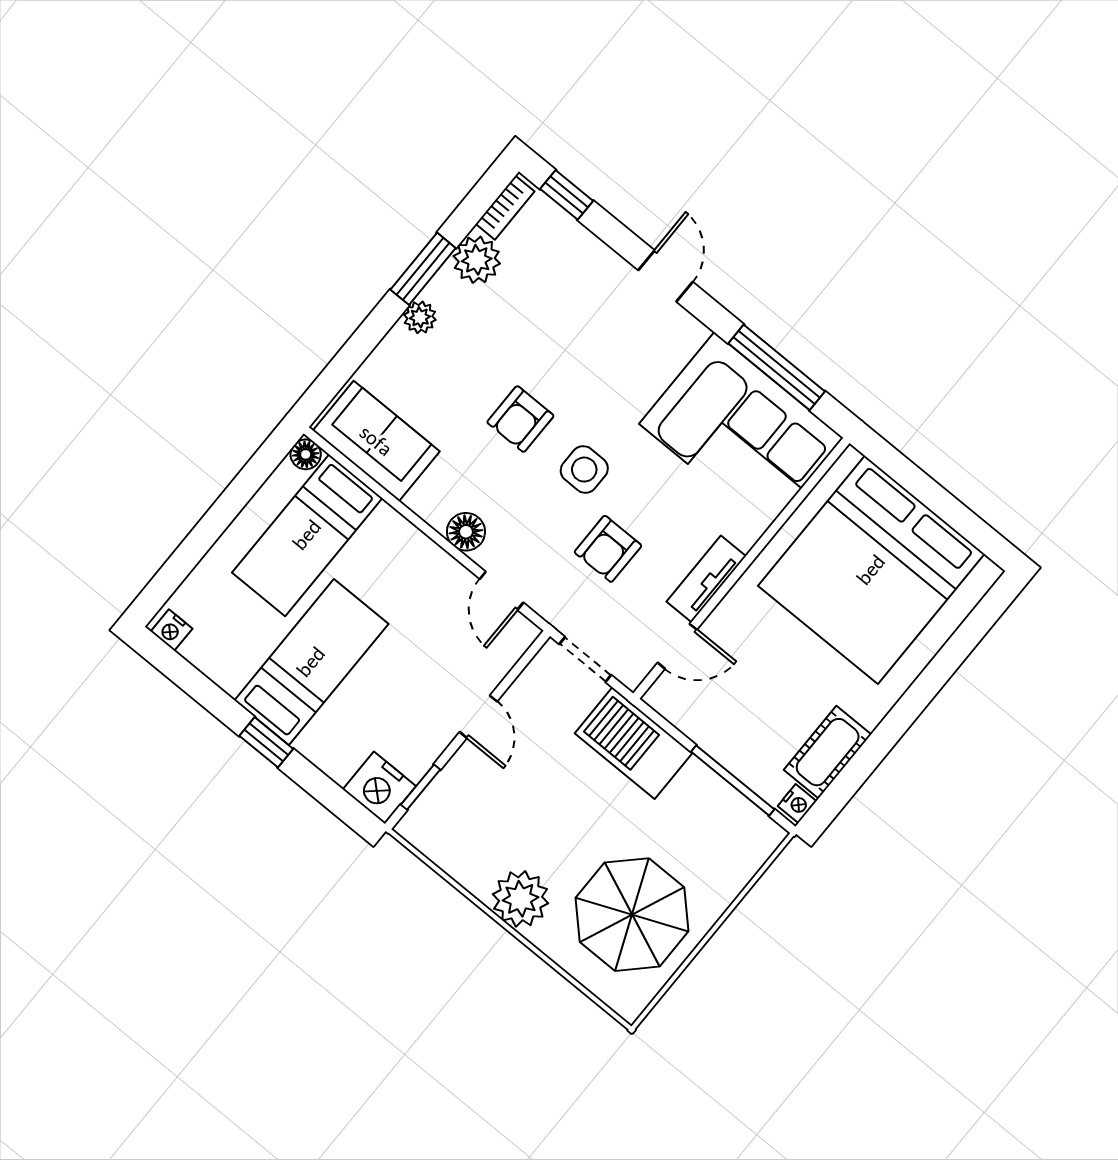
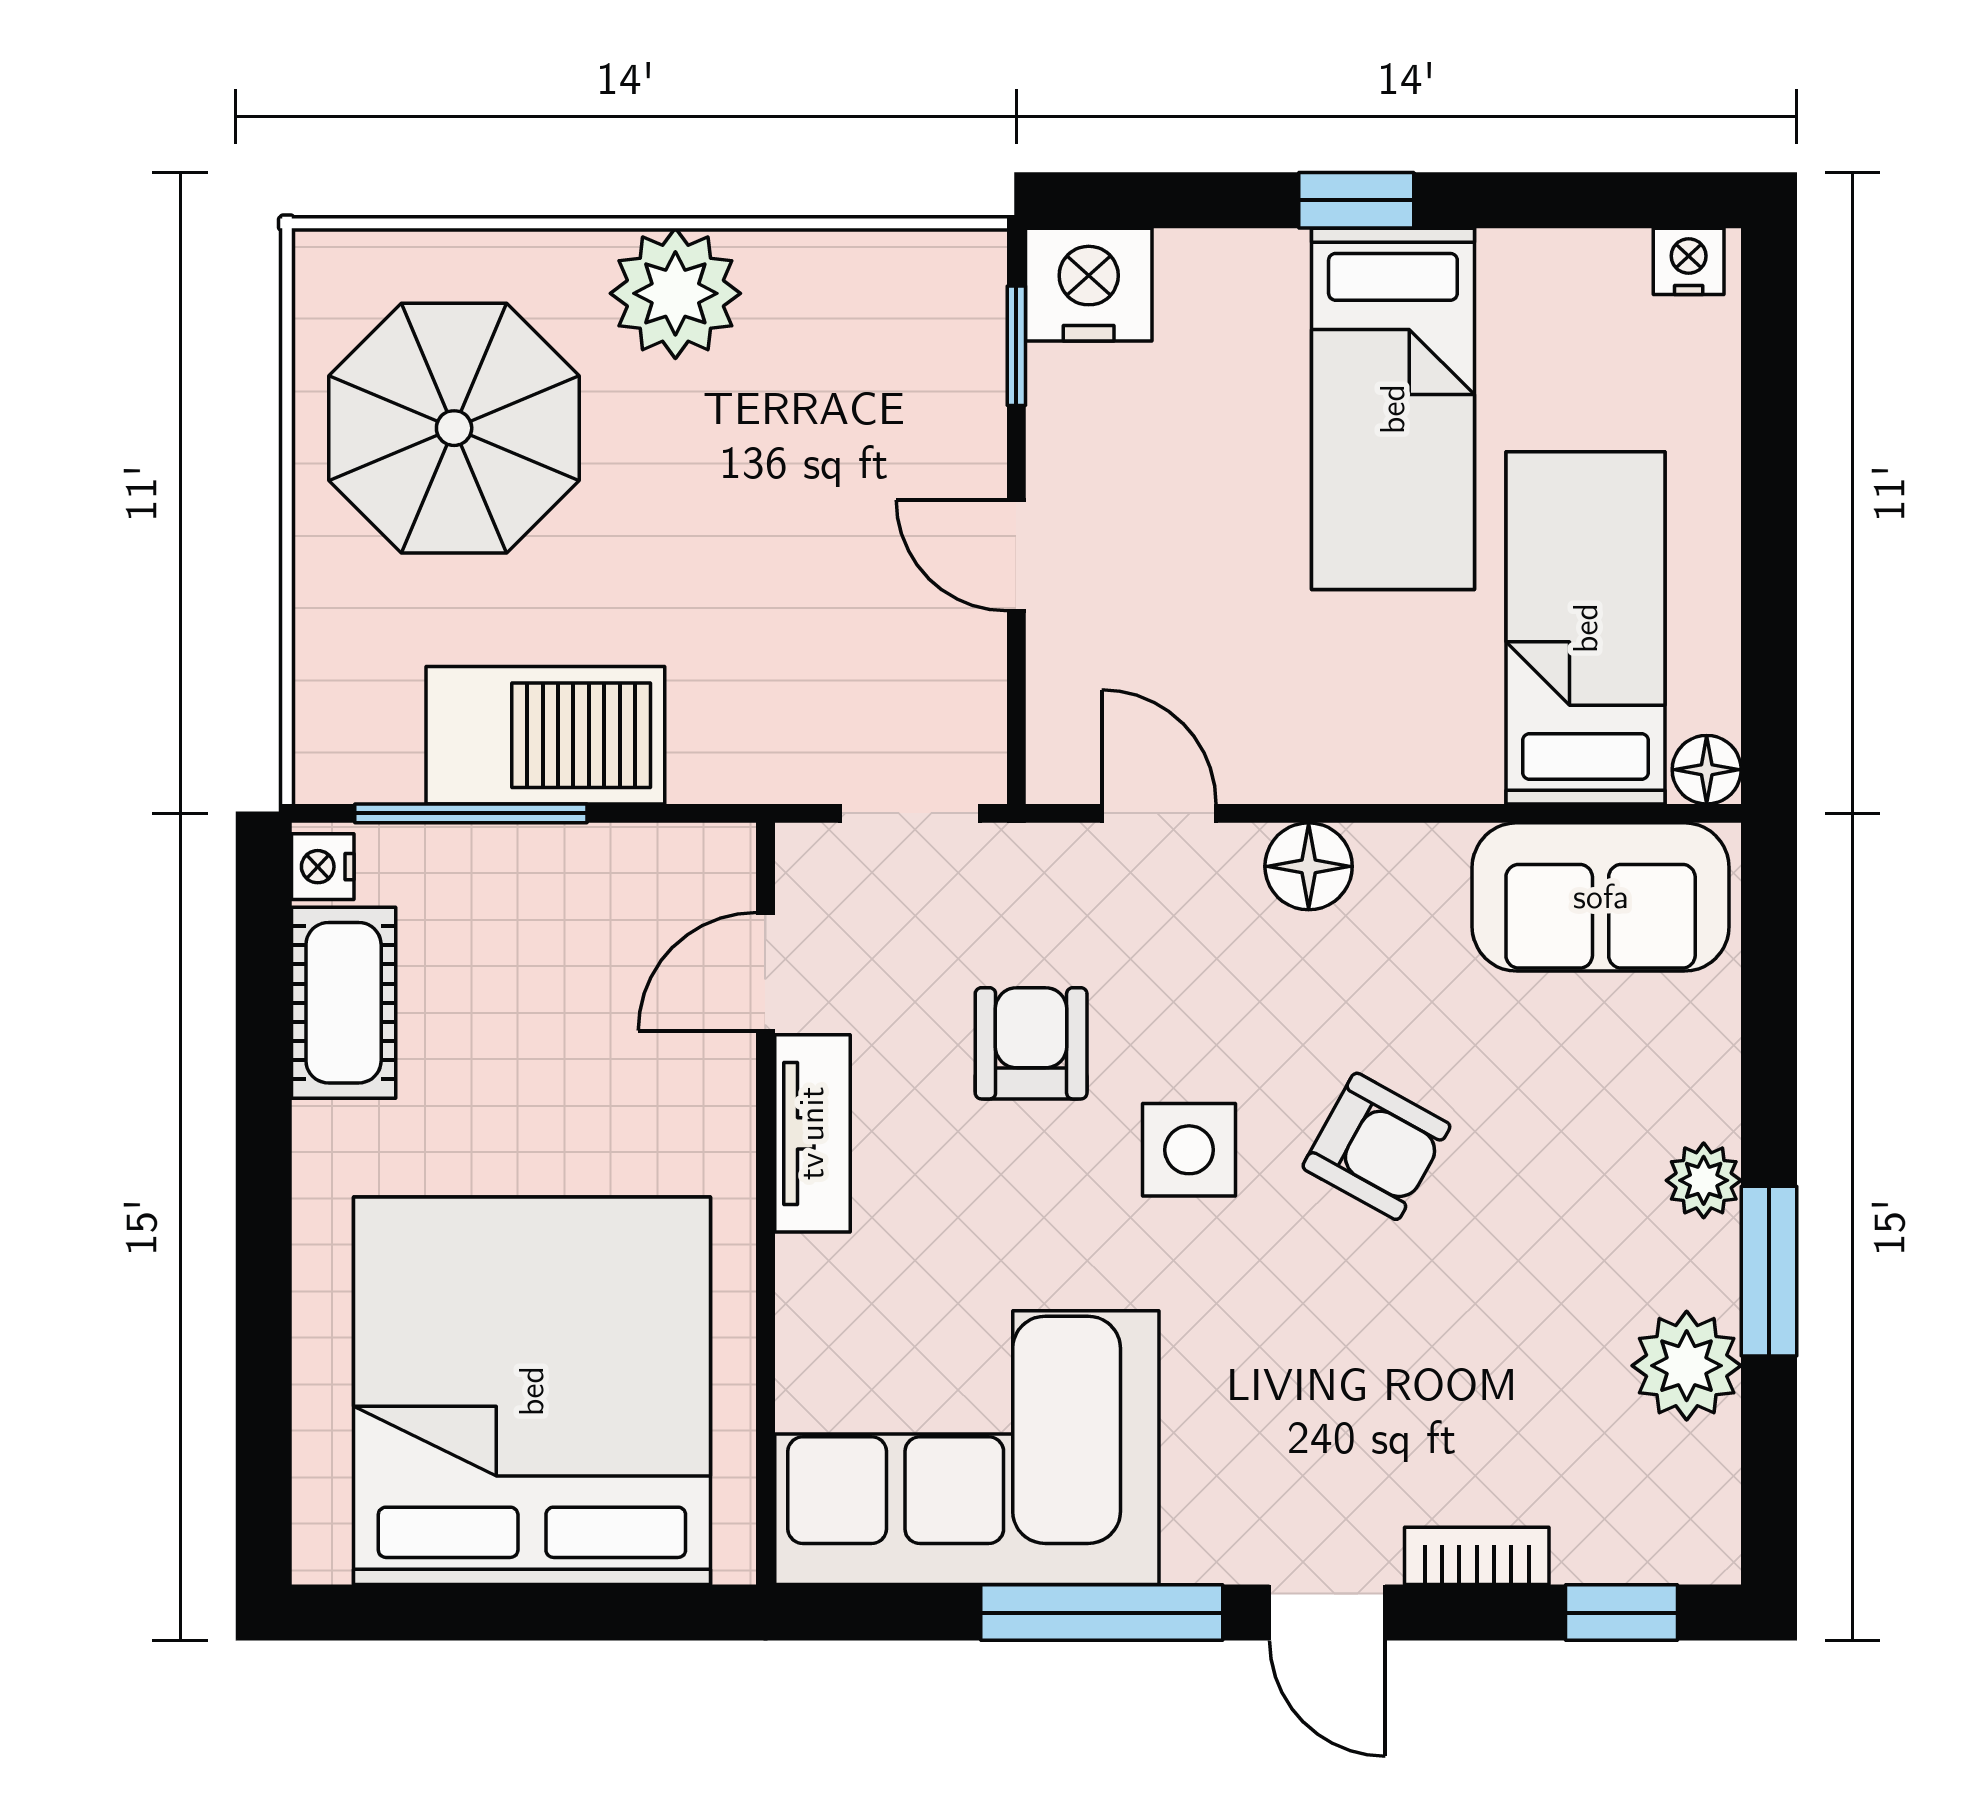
bookcase: (505, 208) -> (1477, 1556), moved, turned 90
window: (777, 367) -> (1102, 1613), moved
armchair: (520, 419) -> (1376, 1146), turned 119
barbecue: (634, 743) -> (545, 735), moved

